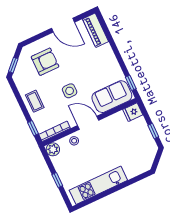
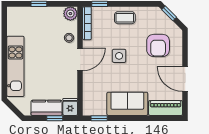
door: (63, 25) -> (185, 79), hinge flipped
sofa: (112, 97) -> (127, 104), moved, turned -90
window: (153, 131) -> (55, 118), moved
kitchen counter: (143, 132) -> (47, 108), added
kitchen unit: (98, 185) -> (15, 66), moved

